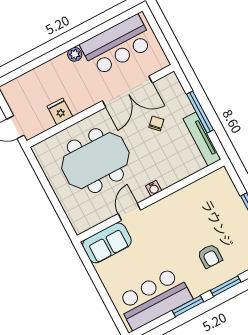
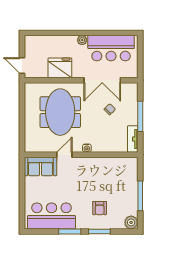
fridge: (60, 111) -> (60, 68), width x1.88, depth x1.34
tv unit: (202, 139) -> (133, 139), width x0.71
meeting table: (95, 161) -> (60, 112), turned 90

